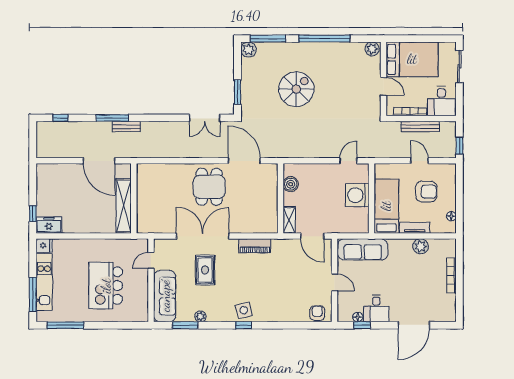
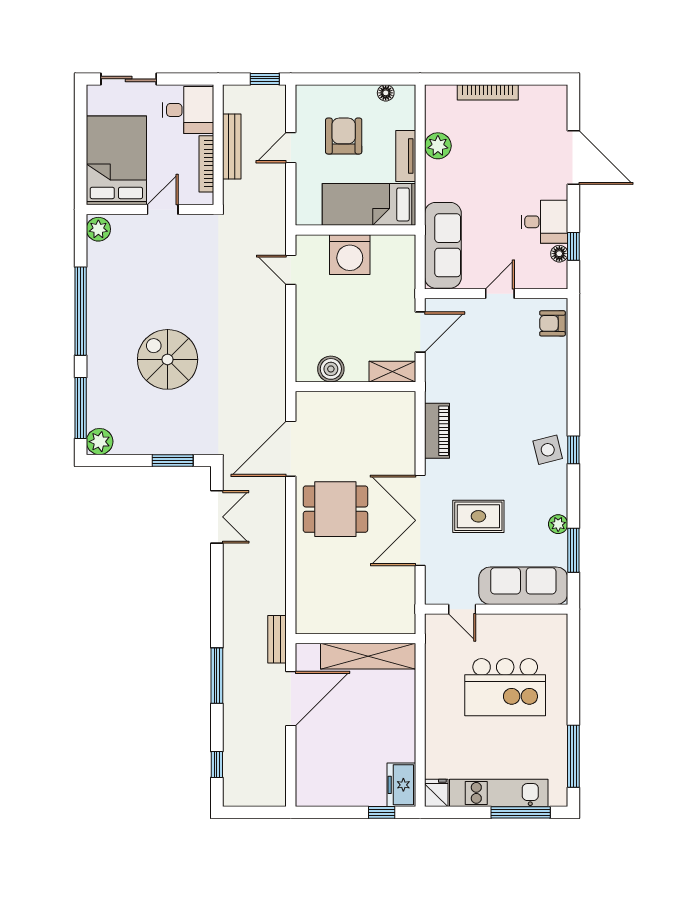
bench: (126, 126) -> (277, 639), moved

